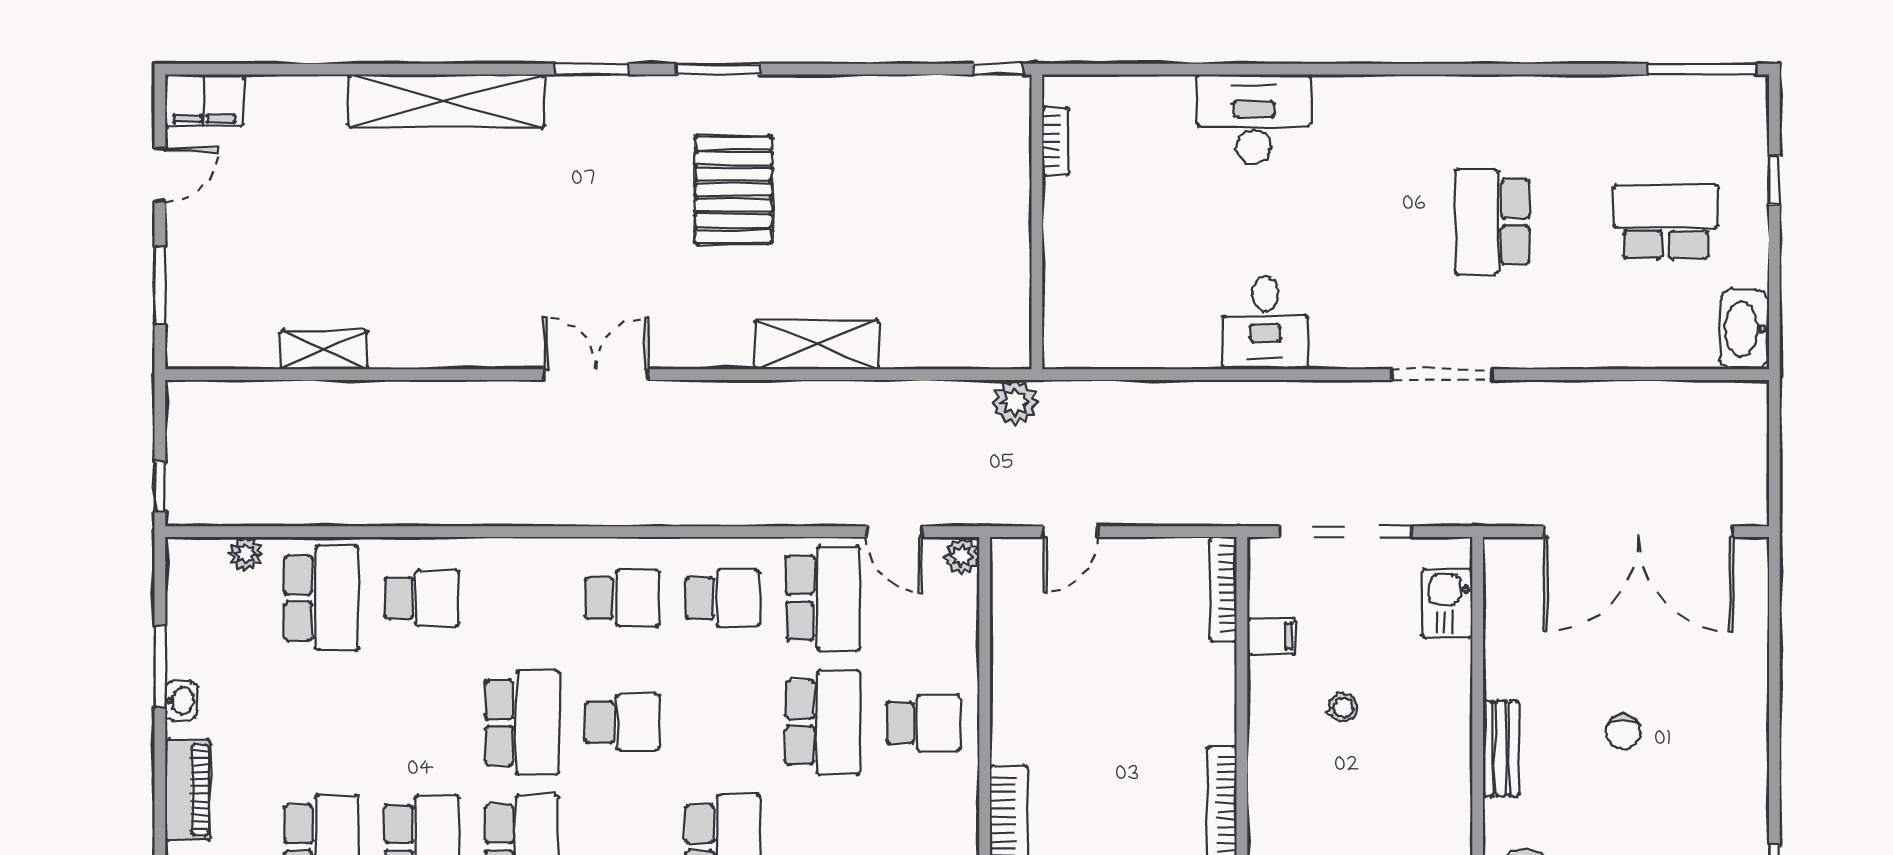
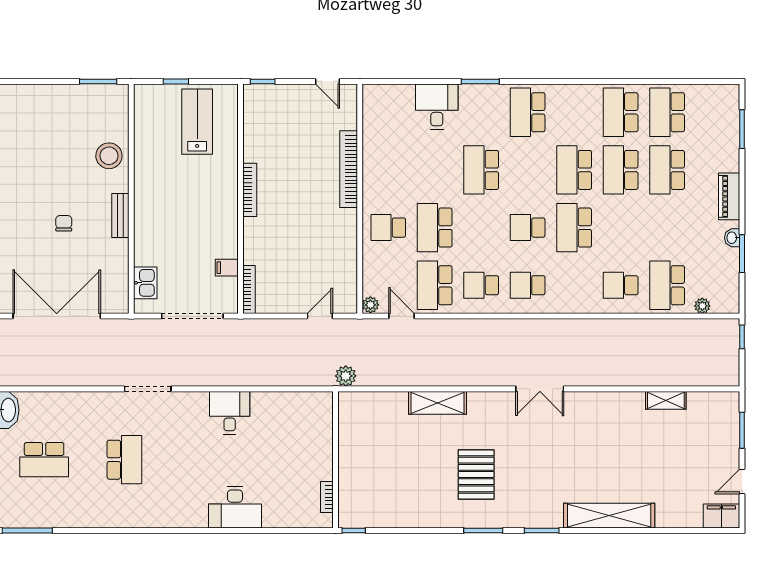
stool: (1343, 708) -> (194, 234), removed

